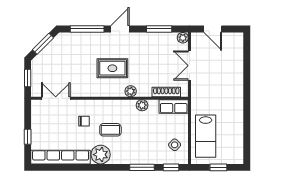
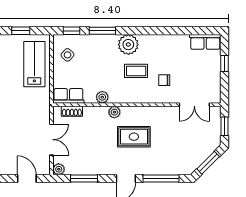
shoe rack: (166, 92) -> (72, 111), width x0.70
plant: (101, 155) -> (128, 45), moved
row of seats: (61, 157) -> (205, 42), width x0.50

